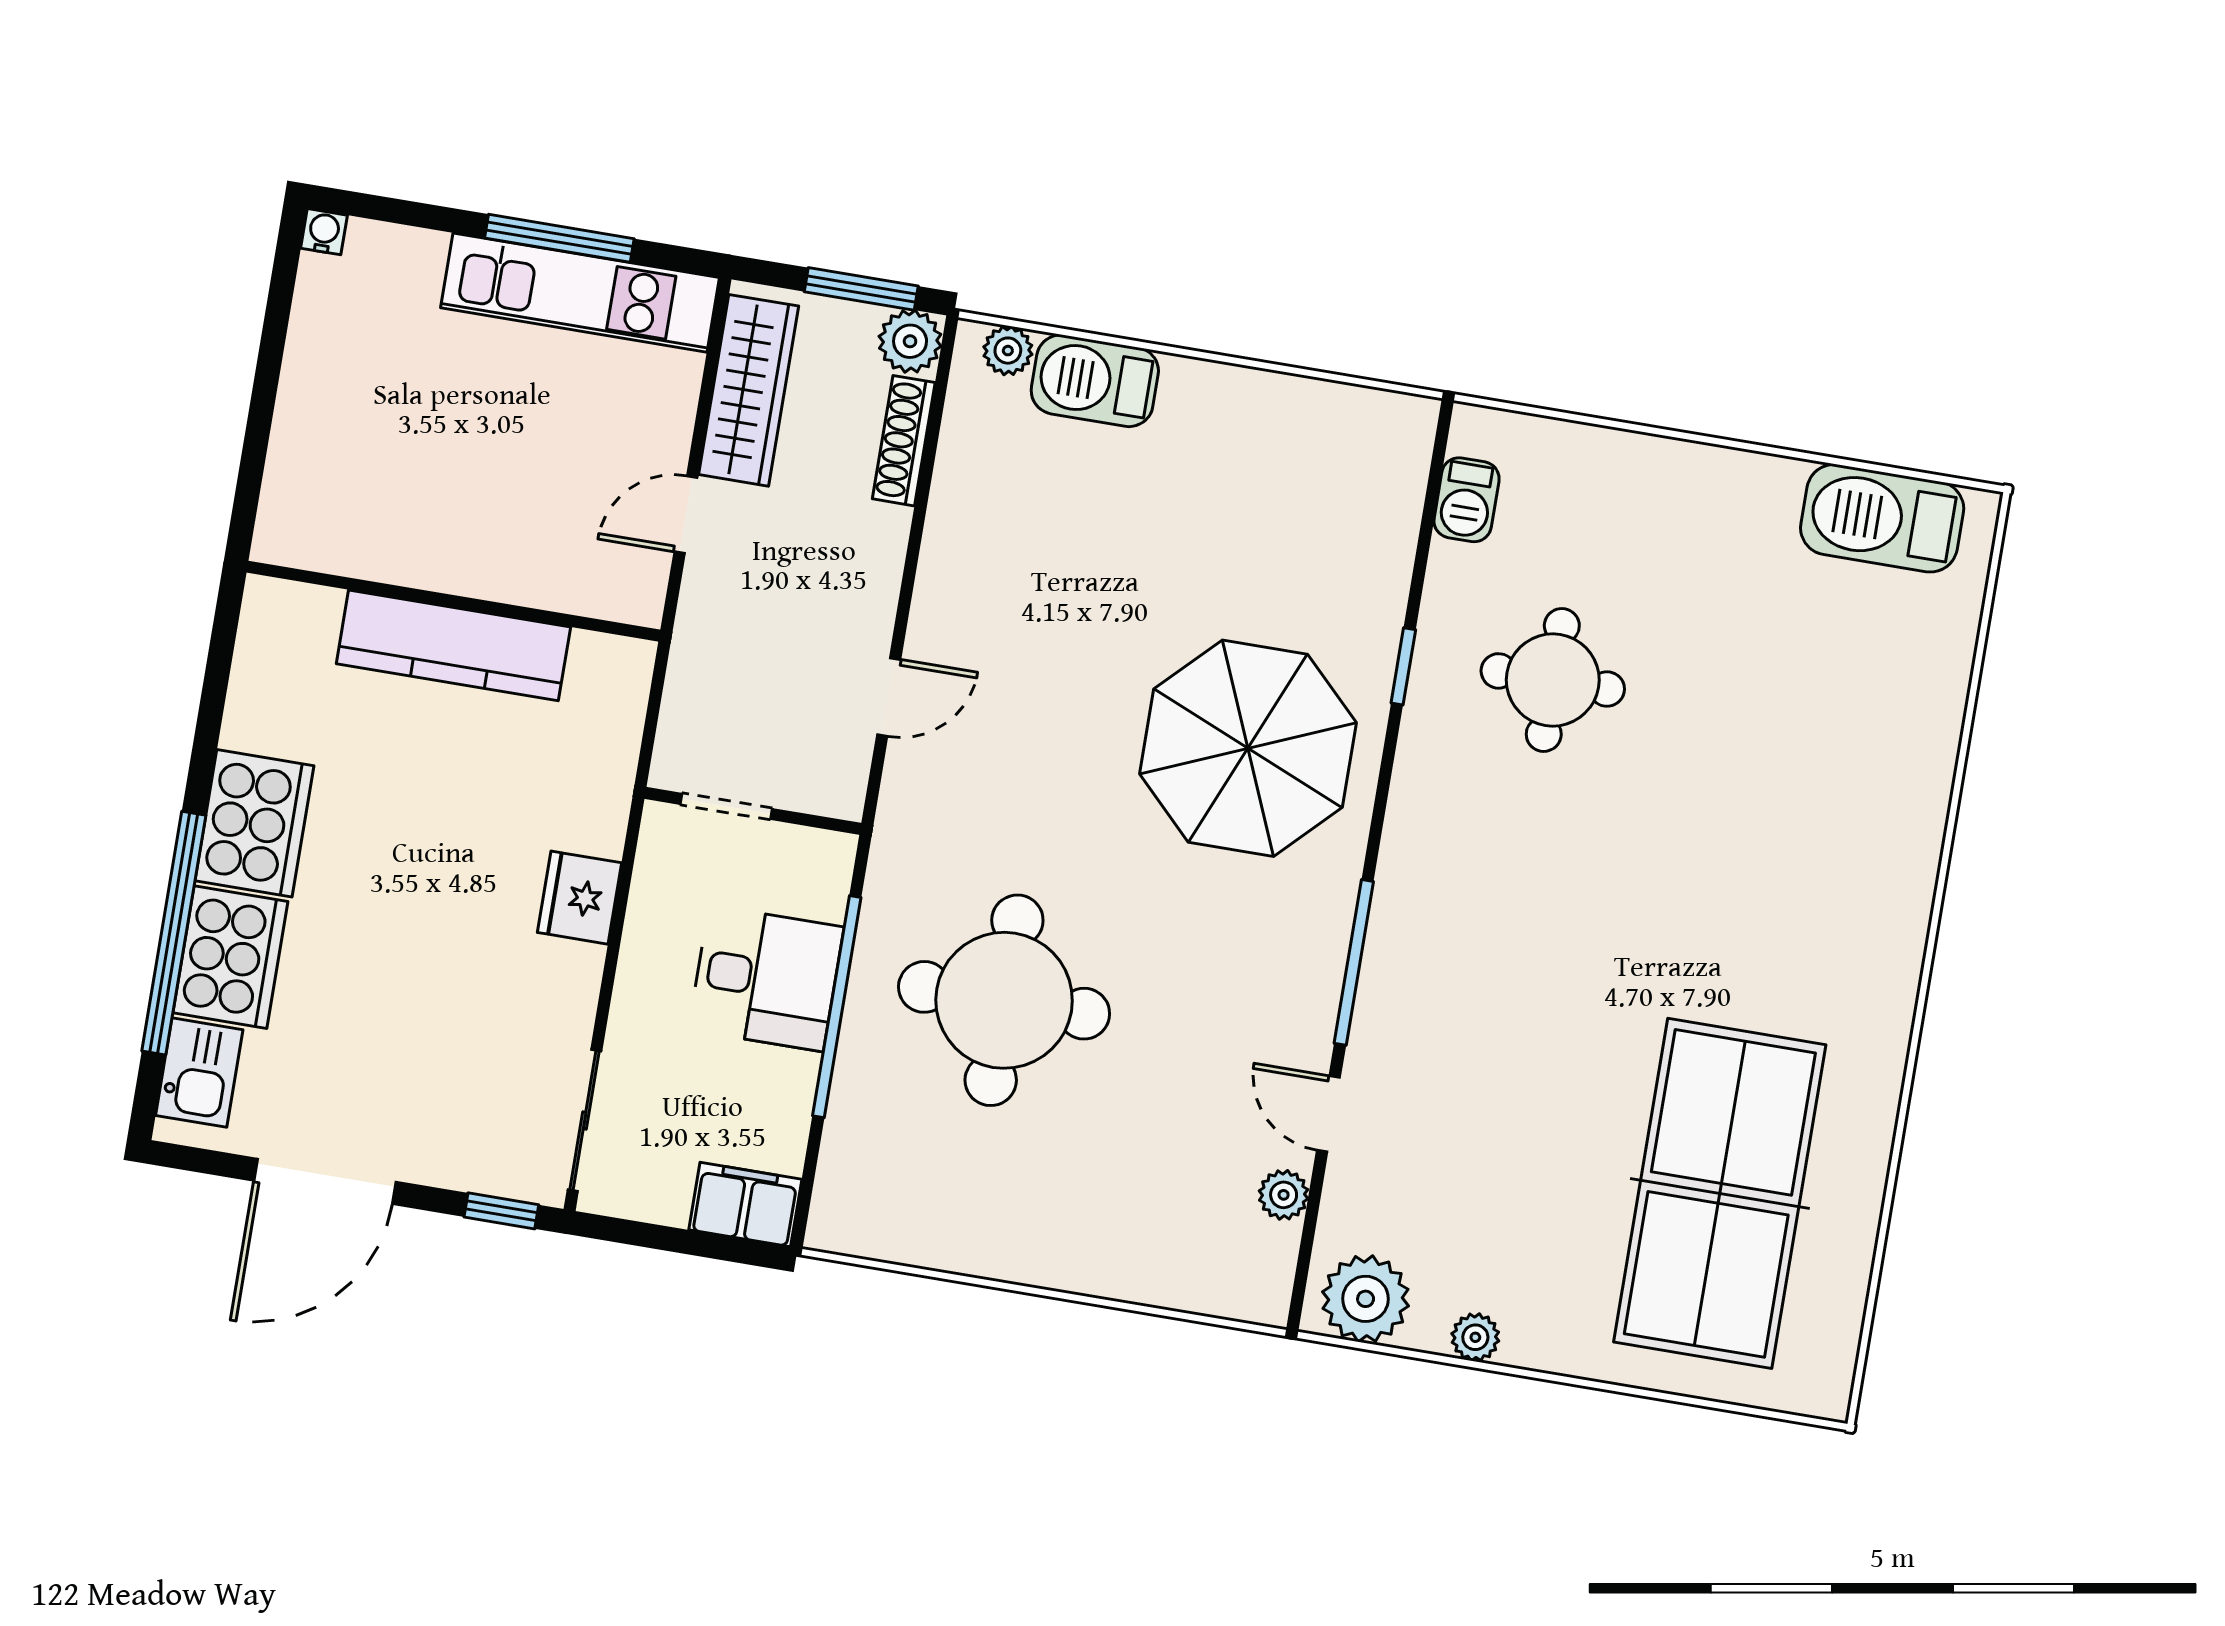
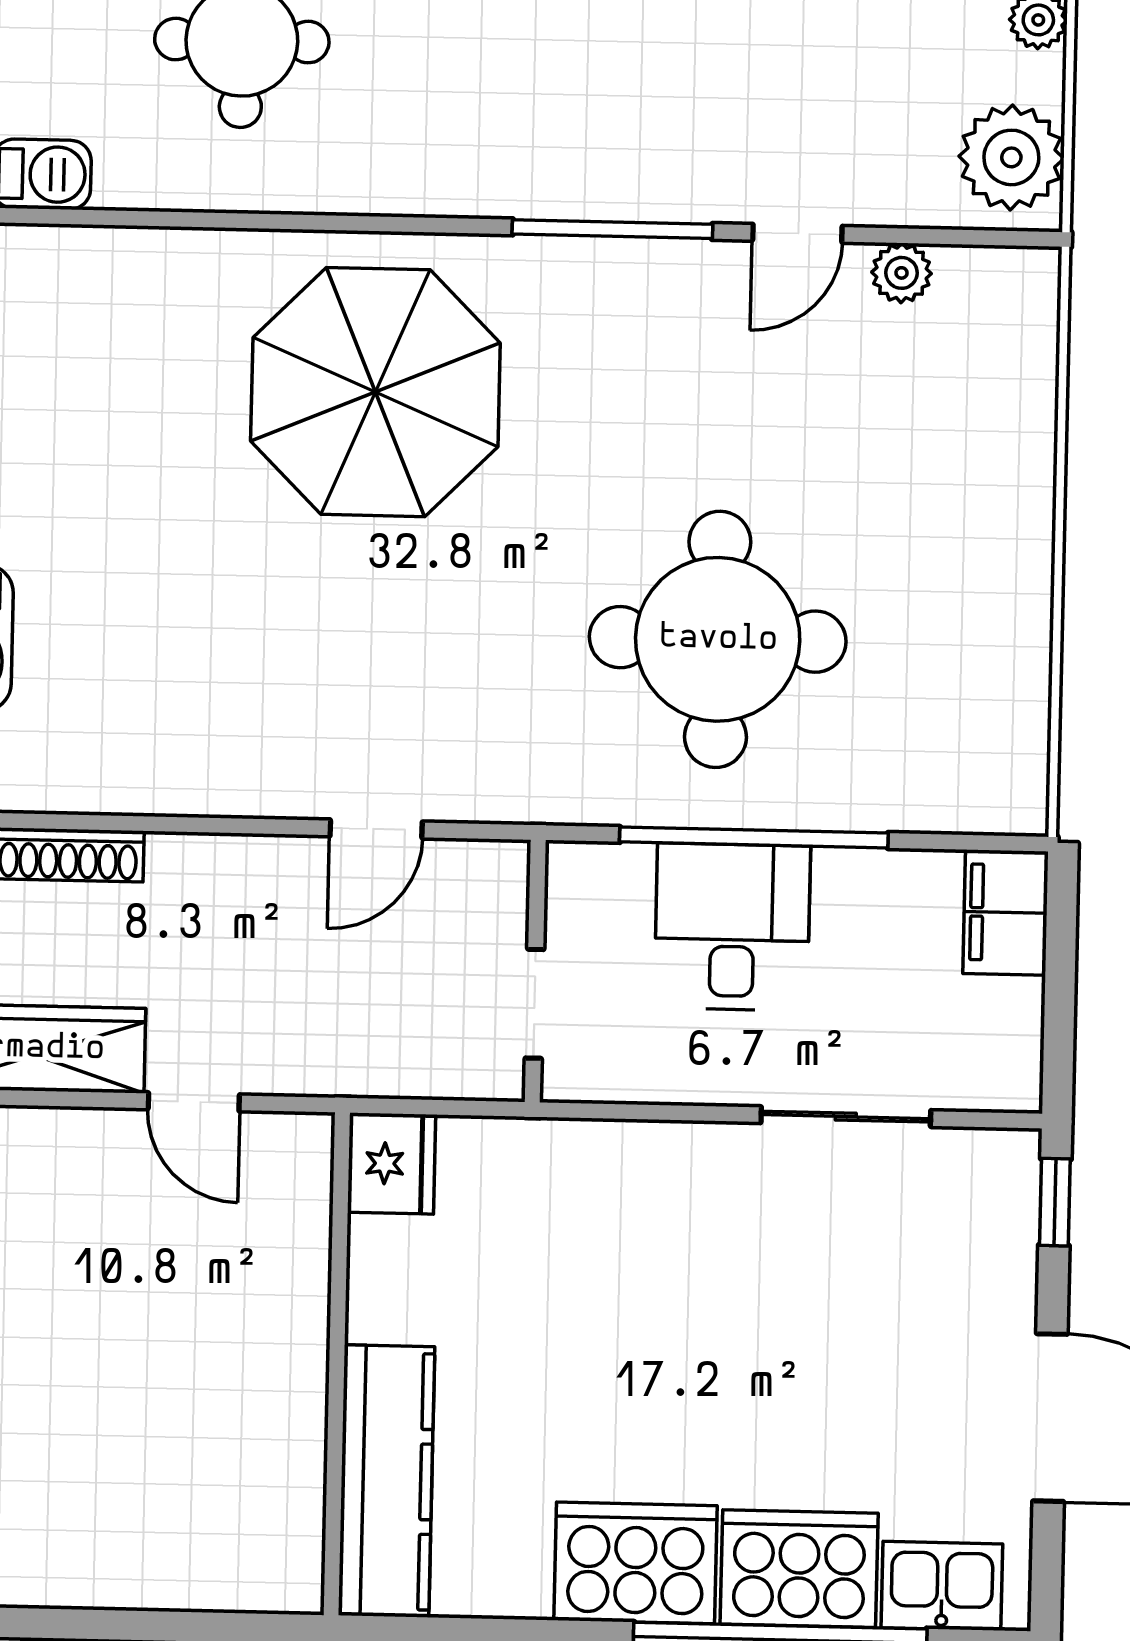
kitchen counter: (453, 645) -> (387, 1481), moved
window: (1403, 666) -> (251, 221), removed
door: (889, 697) -> (376, 829), swing flipped
fridge: (579, 898) -> (392, 1163), moved, turned -90
sliding door: (584, 1121) -> (846, 1117), moved

